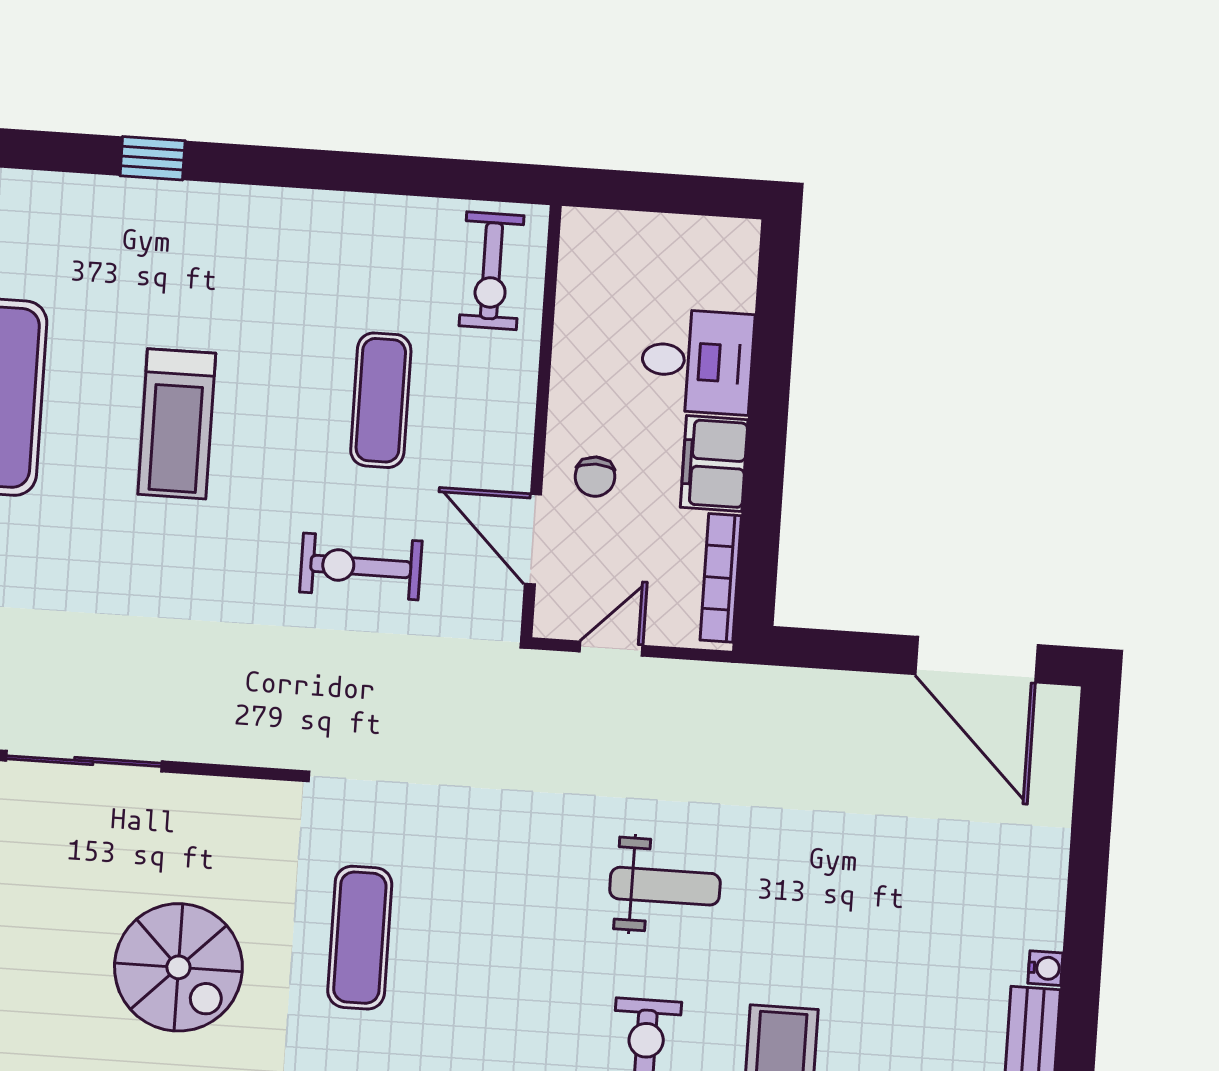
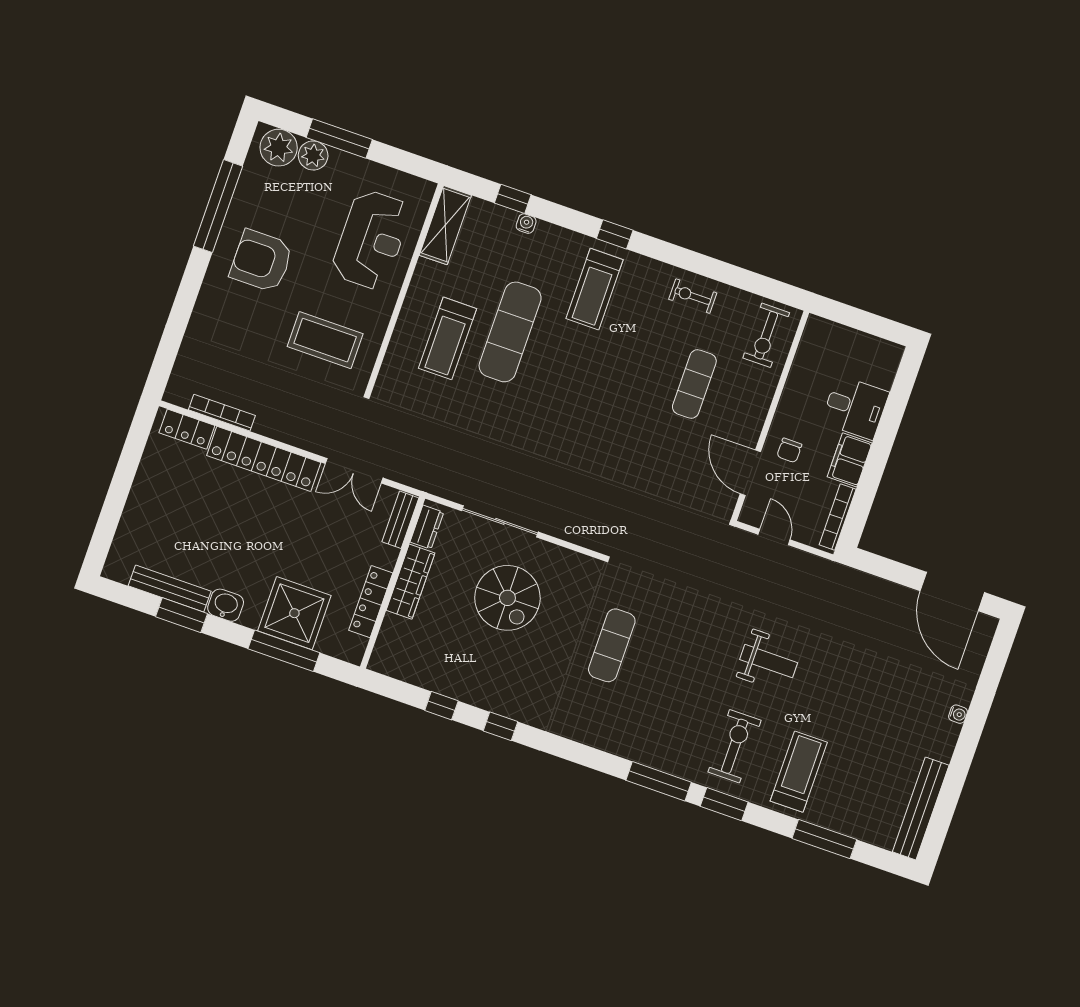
treadmill: (177, 424) -> (594, 289), moved
exercise bike: (361, 567) -> (693, 296), moved, width x0.73, depth x0.72
door: (611, 649) -> (774, 537), hinge flipped
spiral stairs: (178, 967) -> (507, 598), moved
water cooler: (1045, 968) -> (958, 714), moved

